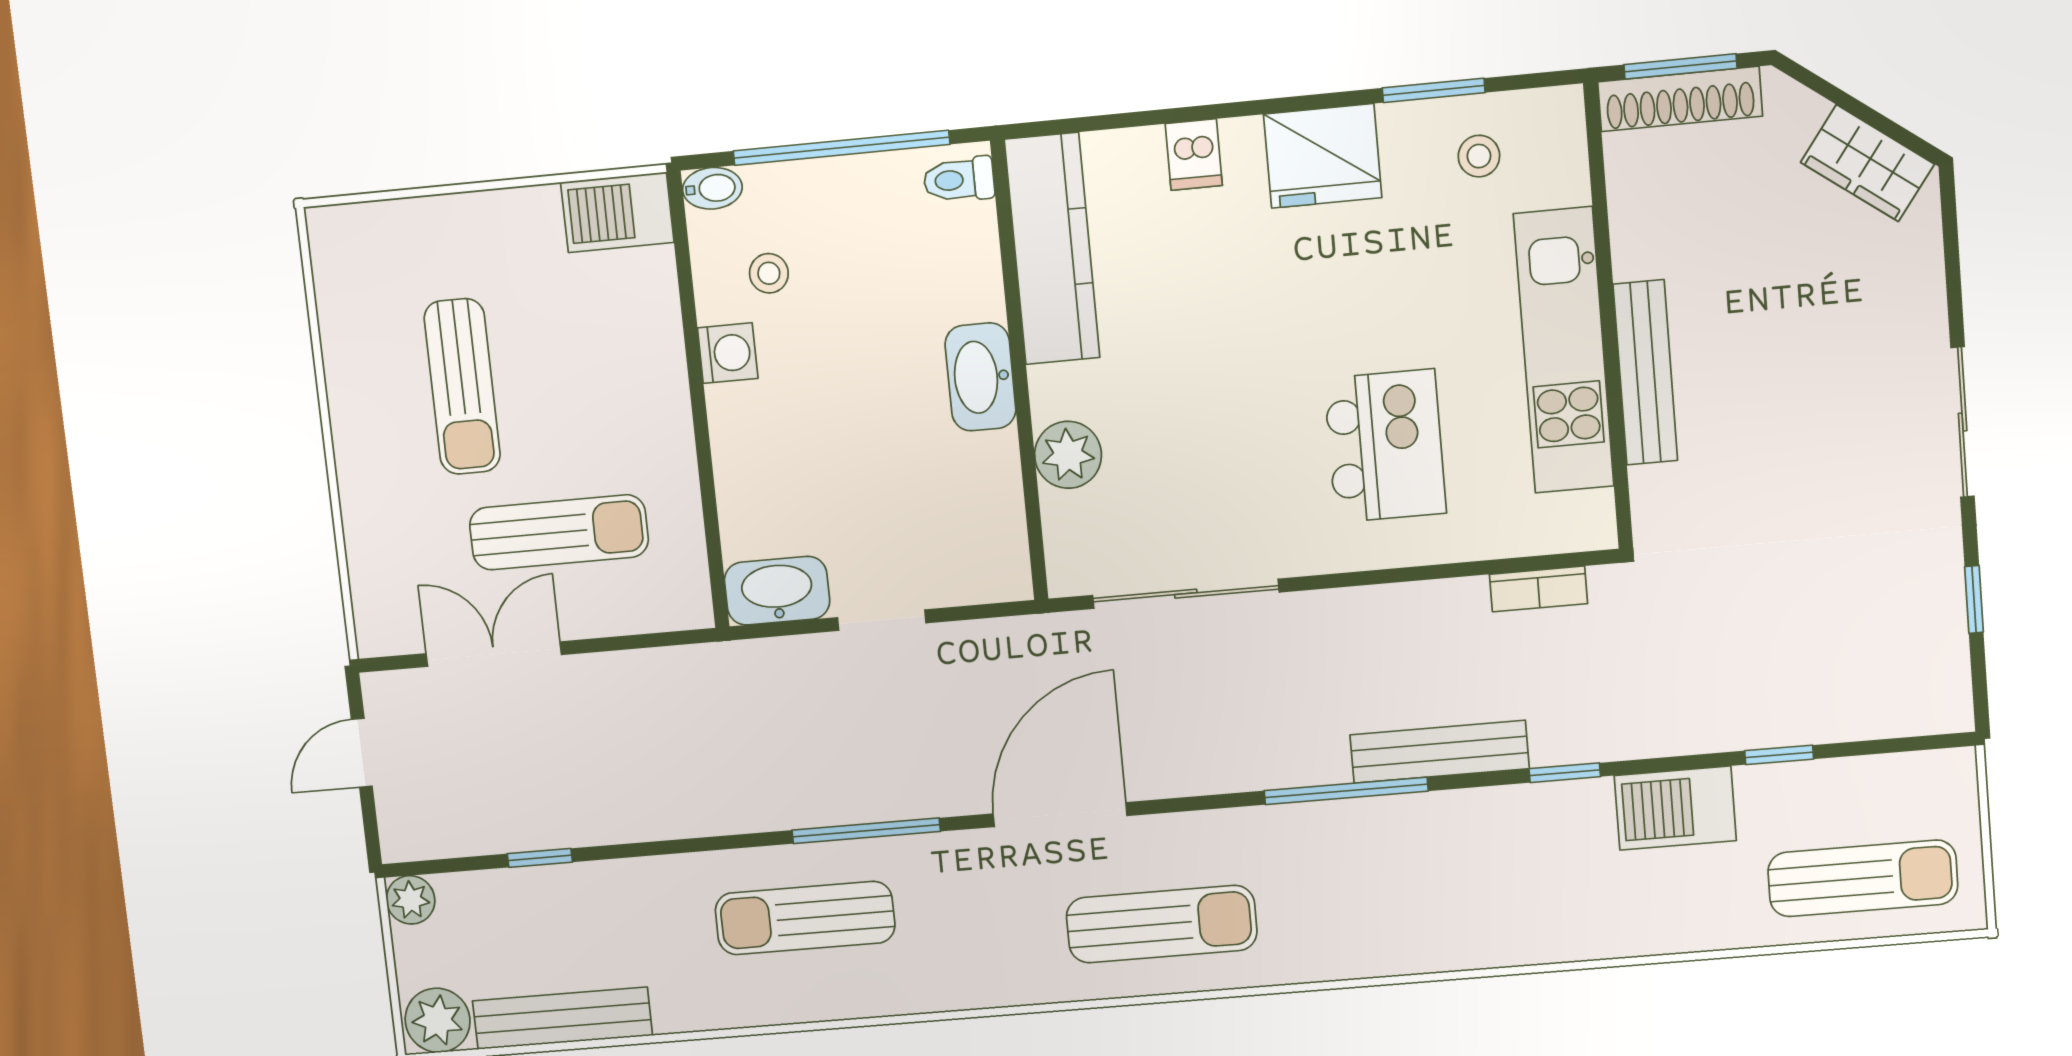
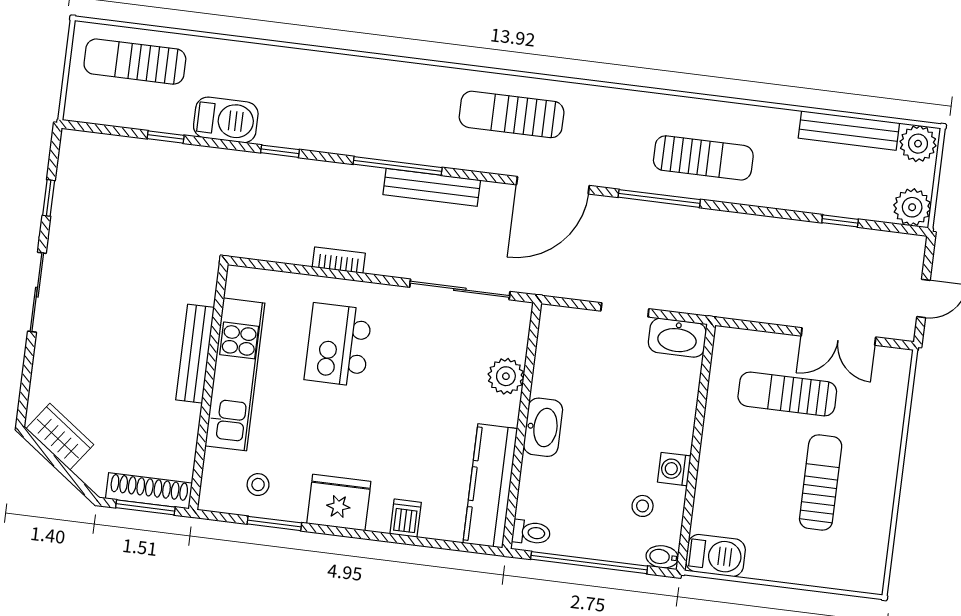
bookcase: (1538, 589) -> (339, 260), moved
bench: (1440, 752) -> (432, 187), moved
plant: (411, 900) -> (912, 207), width x1.38, depth x1.38

